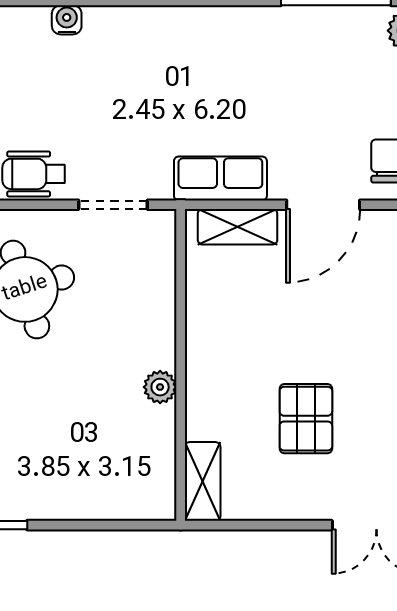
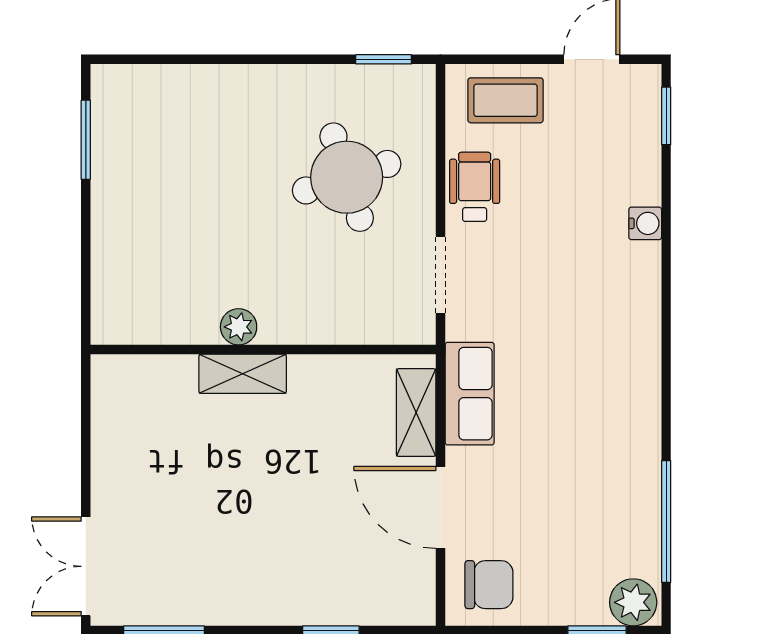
pallet: (306, 419) -> (204, 488), removed
shelving: (203, 481) -> (243, 374), moved

